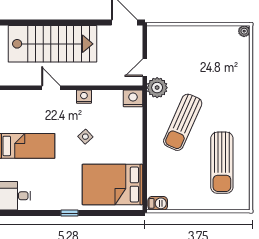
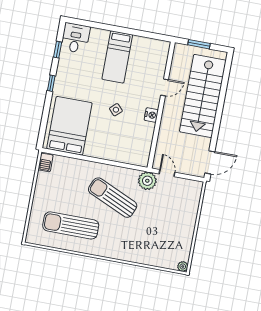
nightstand: (133, 98) -> (142, 158), removed
window: (31, 213) -> (58, 50), added

